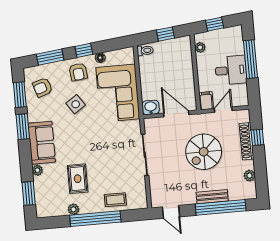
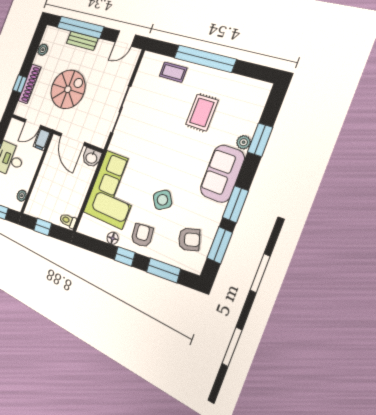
window: (29, 193) -> (260, 140), moved
plant: (73, 209) -> (224, 78), removed
door: (171, 212) -> (125, 39), swing flipped

